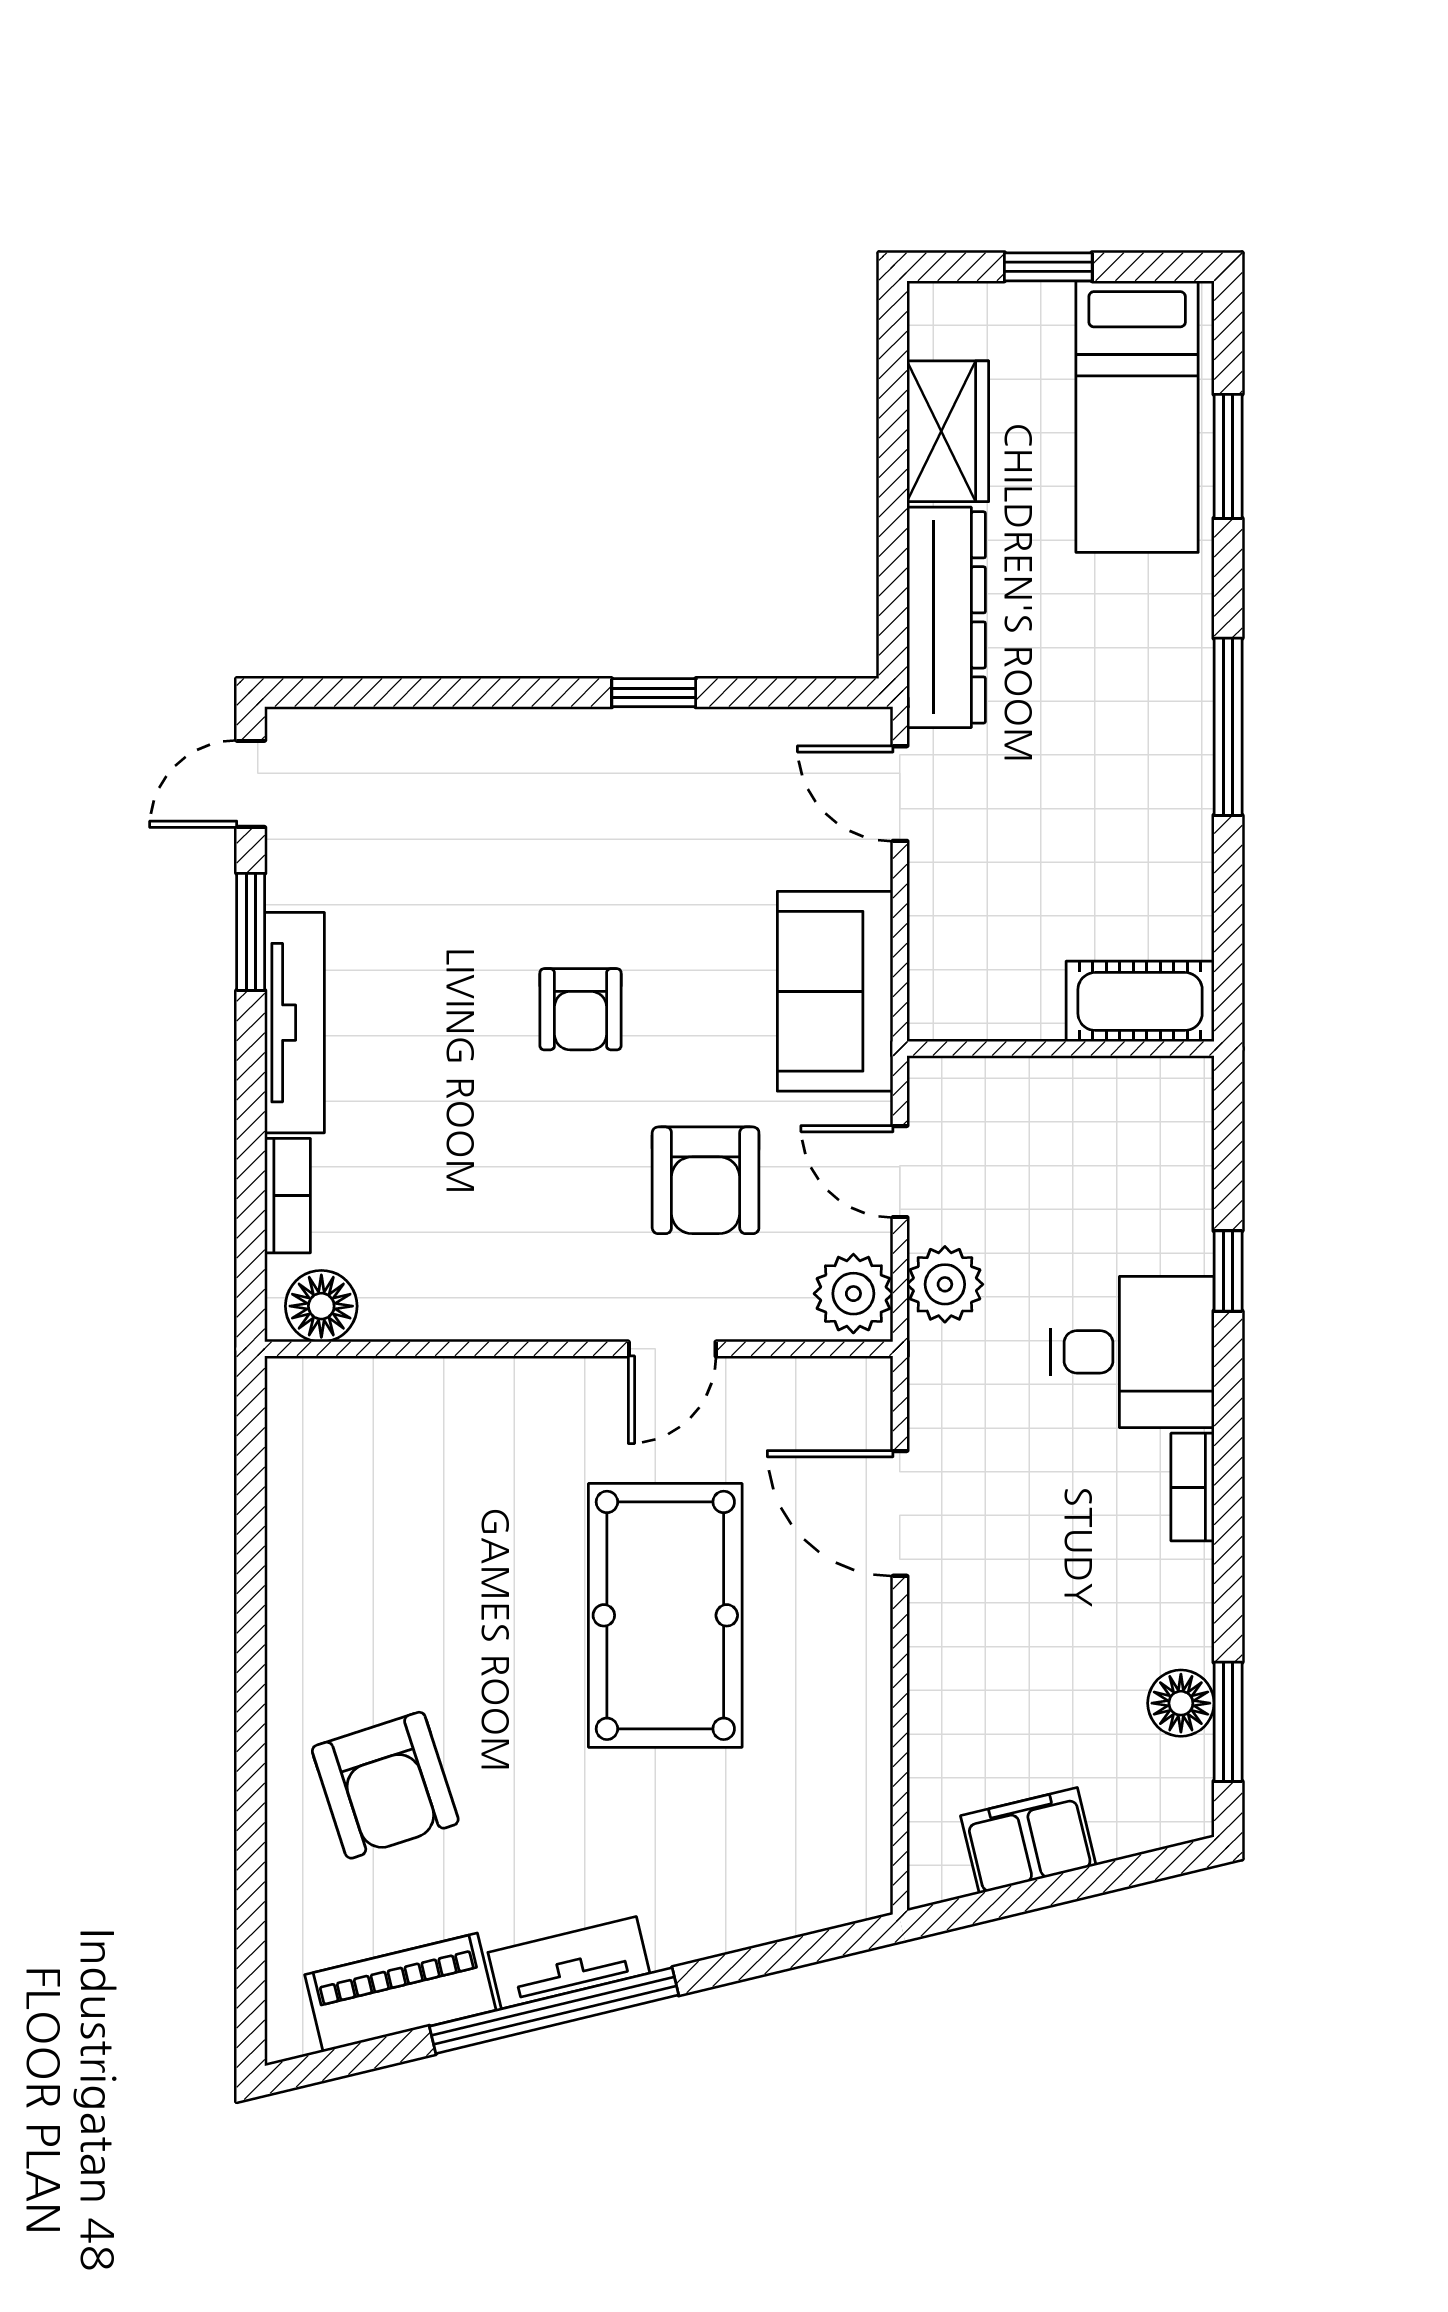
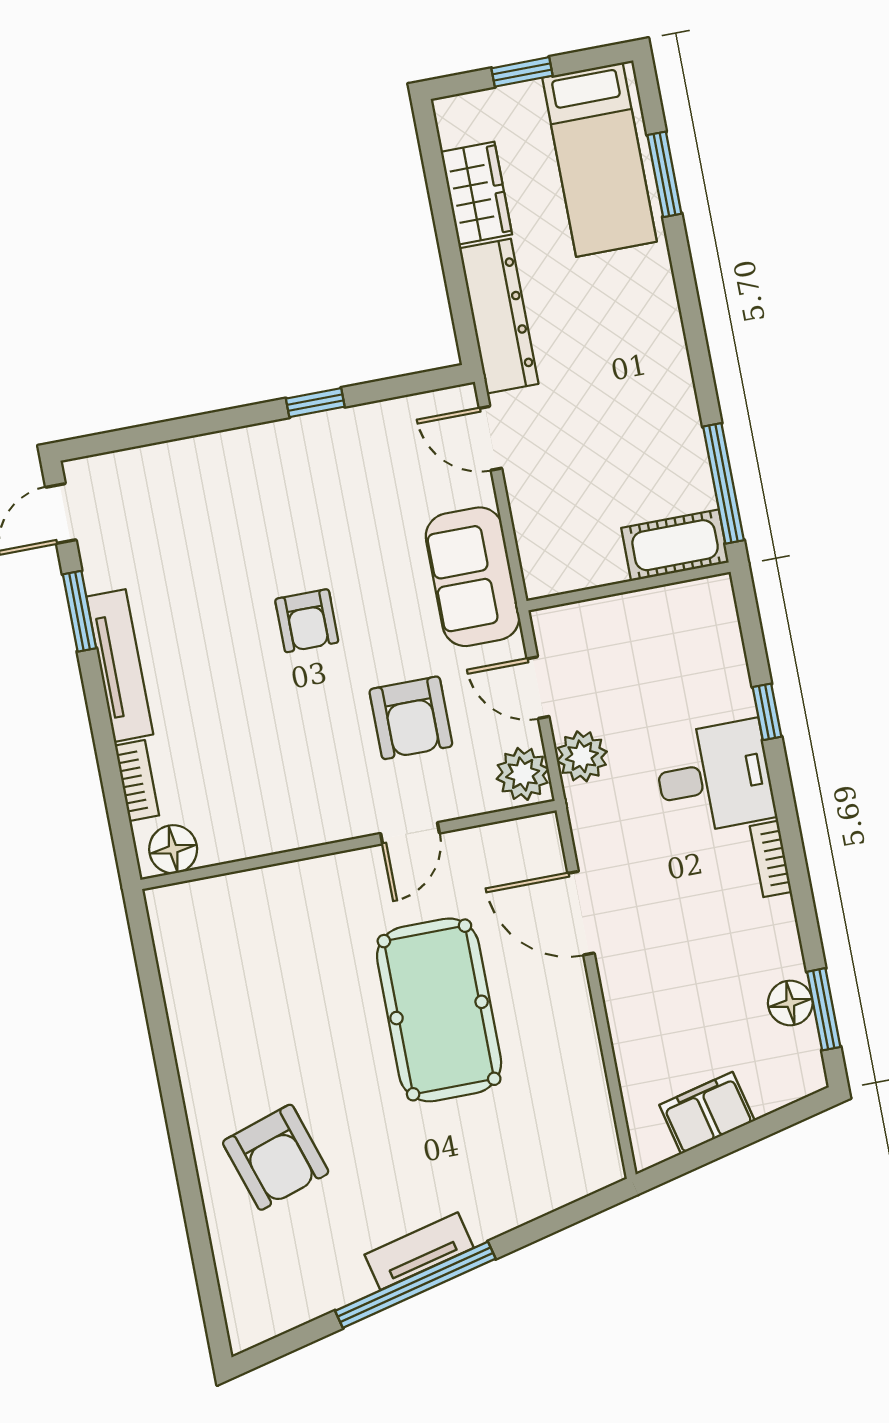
window: (1228, 727) -> (723, 483), moved
piano: (400, 1992) -> (312, 1292), removed

